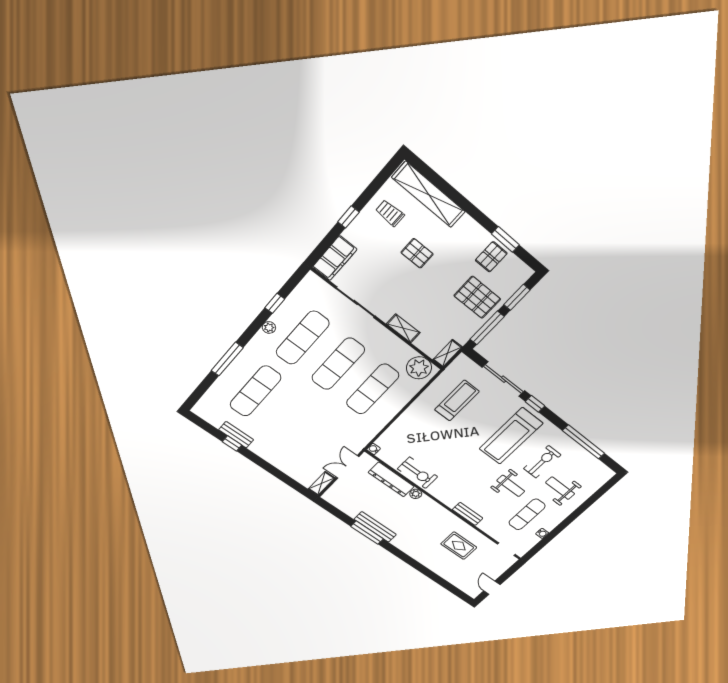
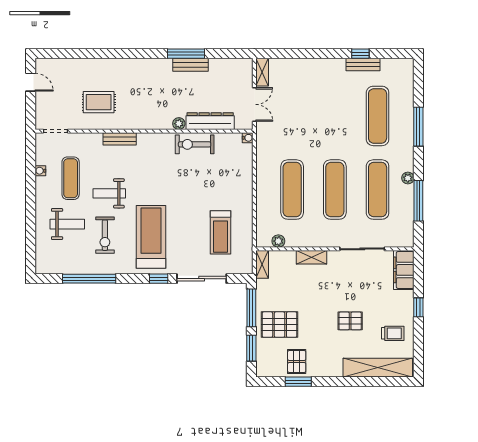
window: (275, 303) -> (418, 201), width x2.17
plant: (419, 368) -> (278, 241), width x0.53, depth x0.53
bench: (375, 527) -> (190, 65), width x0.73

